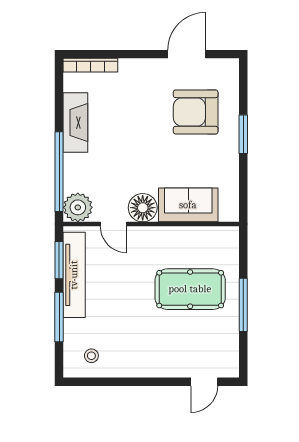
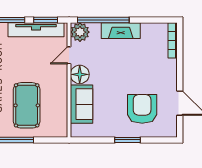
fireplace: (75, 123) -> (121, 31), moved

